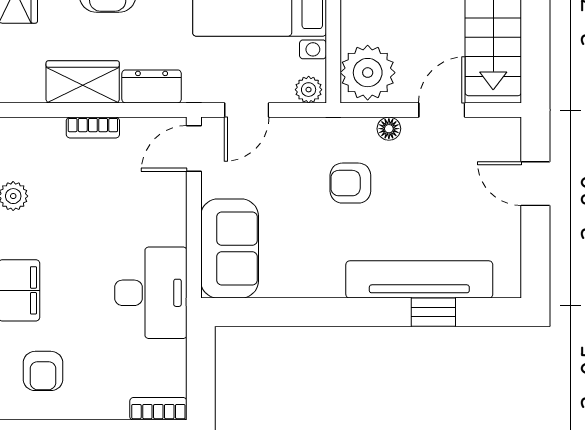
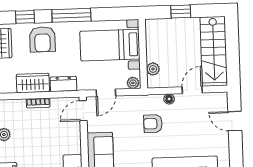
plant: (368, 73) -> (153, 69), width x0.53, depth x0.53

